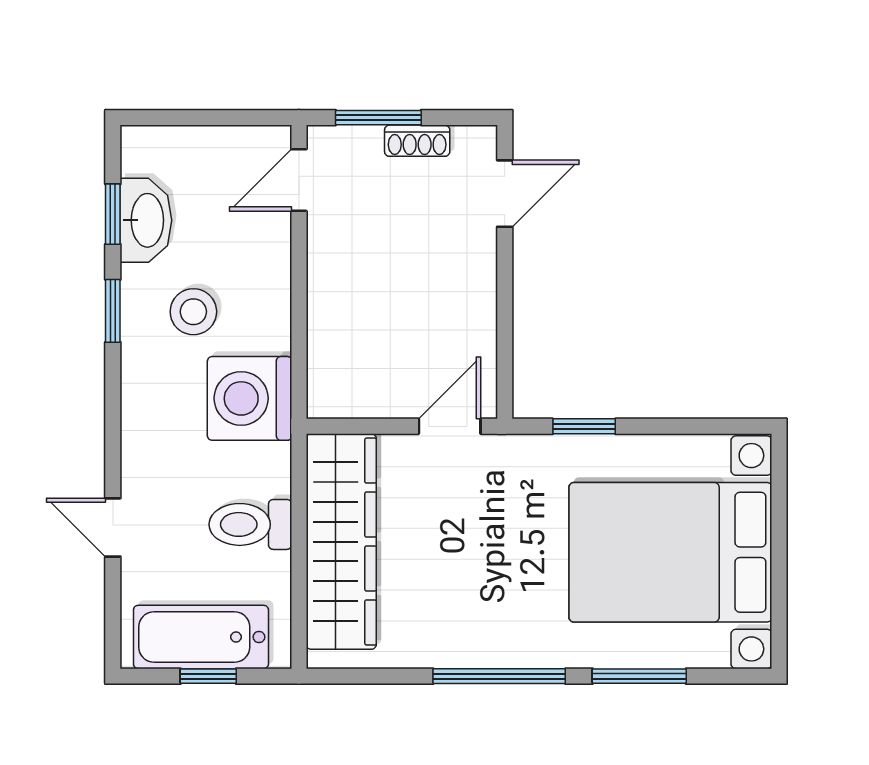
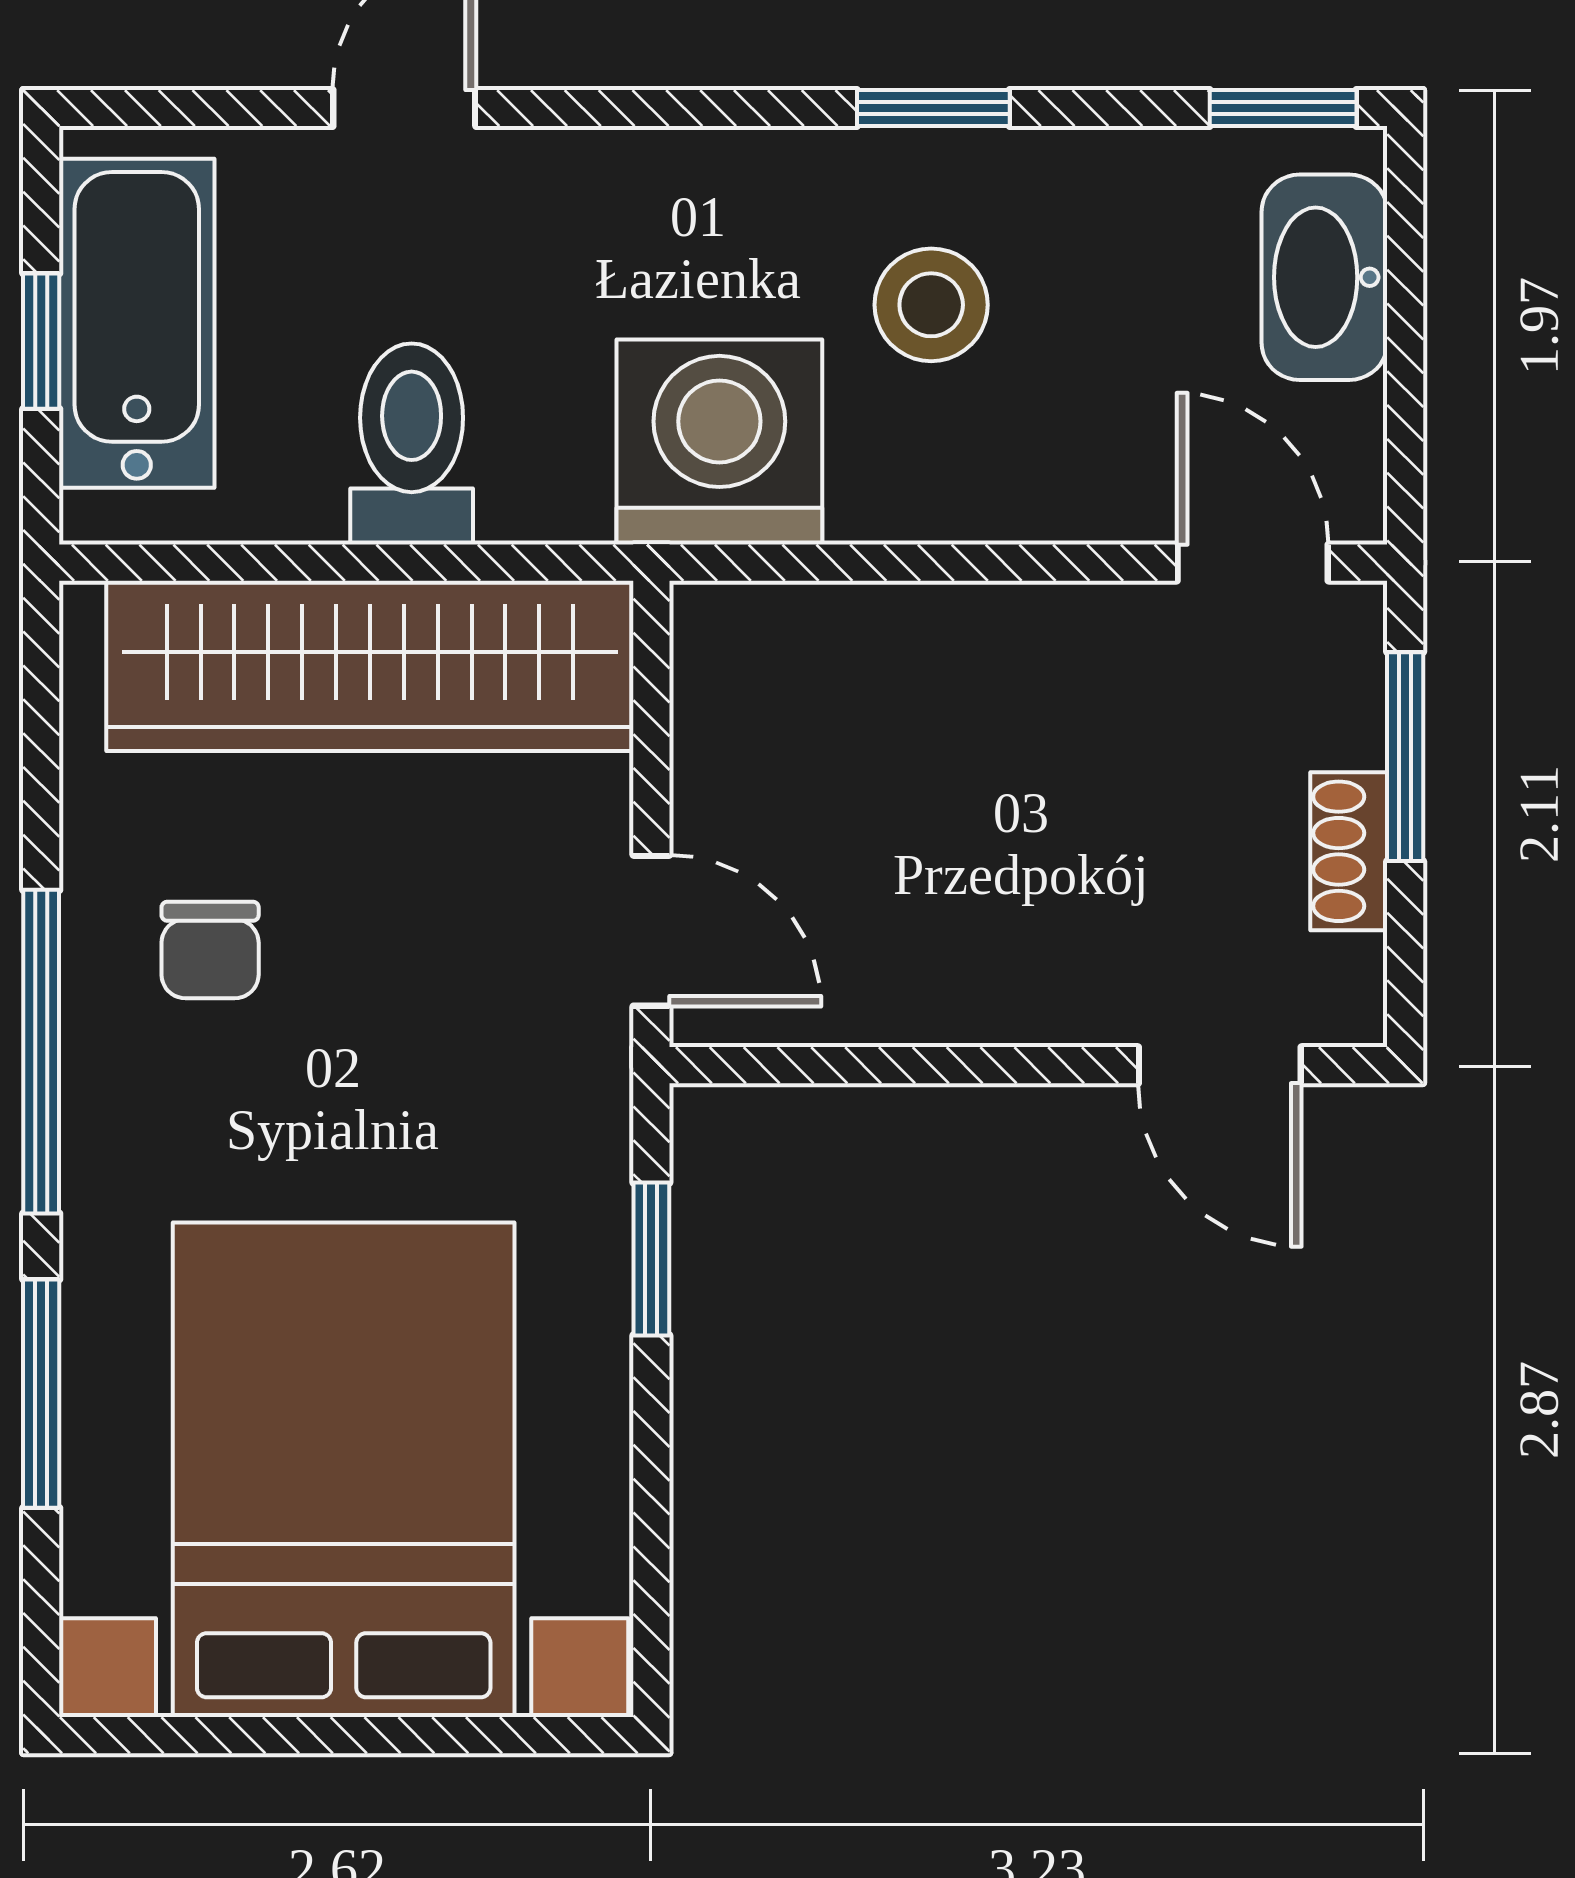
window: (113, 214) -> (1283, 108), moved
washbasin: (146, 220) -> (1324, 277), moved, turned 90
chair: (458, 607) -> (210, 950), added

